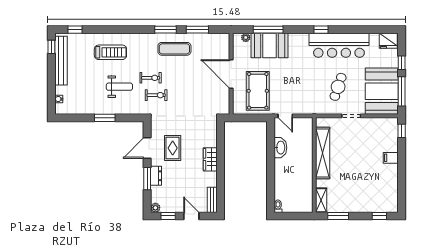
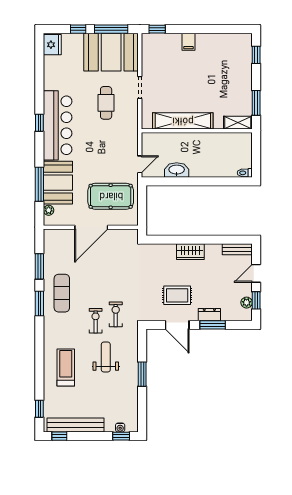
bar counter: (339, 45) -> (58, 125), moved
cafe table: (338, 87) -> (106, 103), turned 71
window: (51, 100) -> (121, 436), added
plant: (155, 208) -> (247, 303), moved

